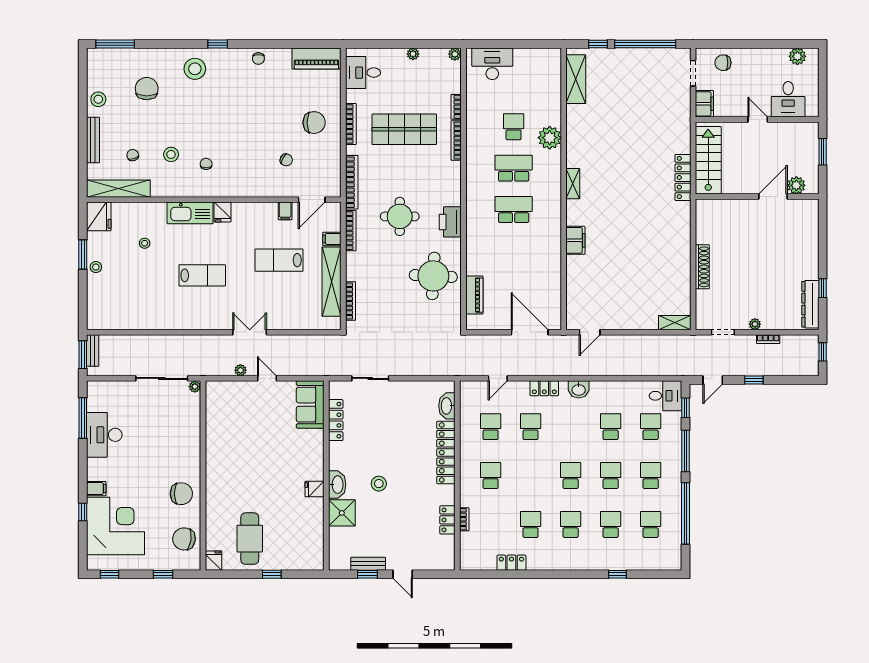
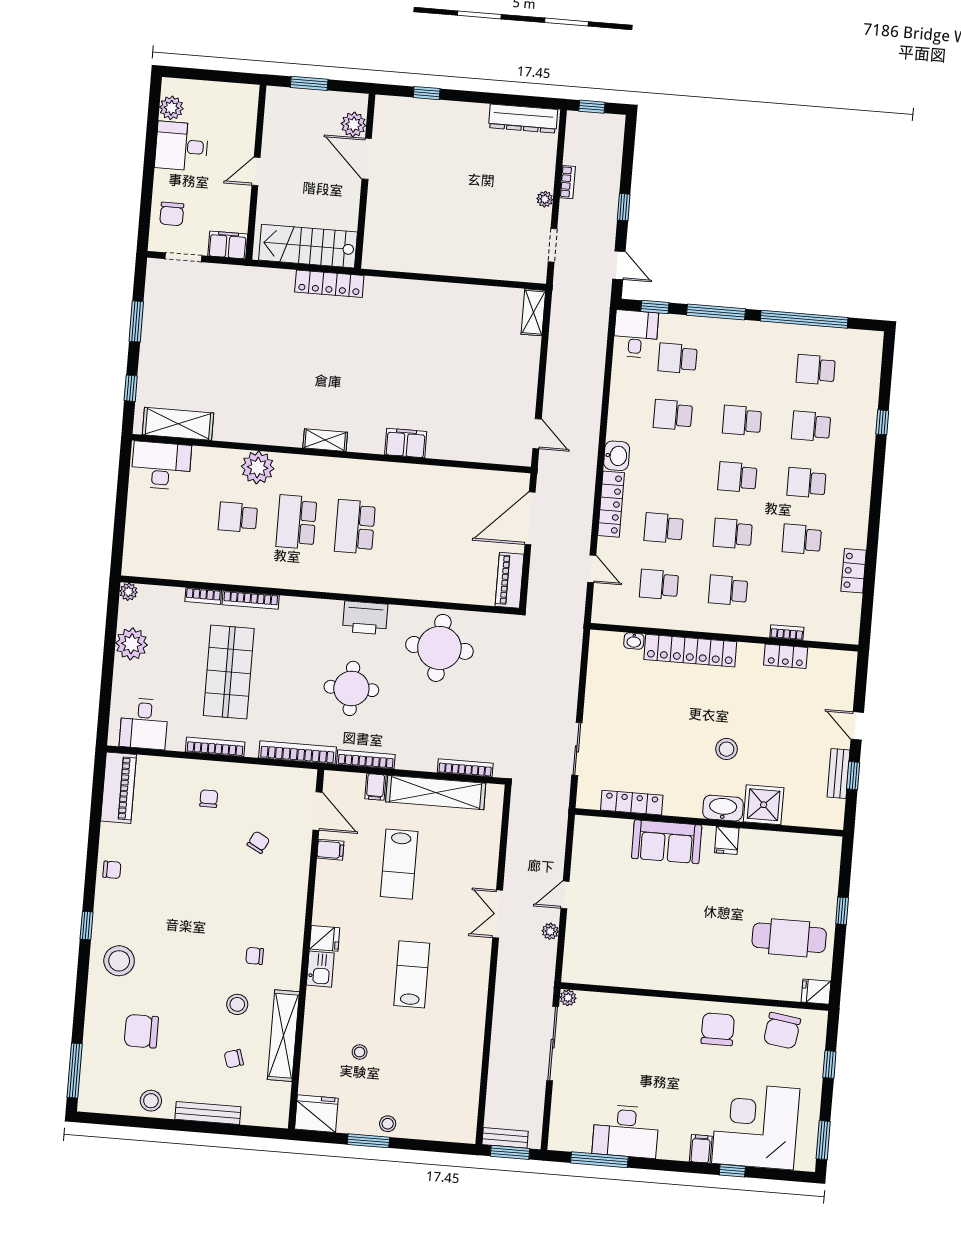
window: (645, 44) -> (136, 321), width x0.47
plant: (413, 54) -> (132, 644), width x1.88, depth x1.88
desk: (492, 64) -> (161, 466), moved, turned 90
desk: (788, 99) -> (182, 146), moved, turned 180
chair: (314, 123) -> (209, 799), width x0.54, depth x0.54
shelving: (118, 189) -> (283, 1036), moved
kitchen sink: (190, 213) -> (320, 969), width x0.53, depth x0.81
shoe rack: (702, 267) -> (458, 267), removed
window: (823, 288) -> (427, 93), moved
piano: (474, 295) -> (510, 580), moved, turned -90
locker: (544, 388) -> (611, 504), width x1.53
sofa: (310, 405) -> (667, 842), moved
washbasin: (447, 406) -> (634, 641), width x0.52, depth x0.69
school desk: (651, 476) -> (733, 534), moved
window: (110, 574) -> (823, 1140), width x1.50
door: (403, 574) -> (857, 726), swing flipped

